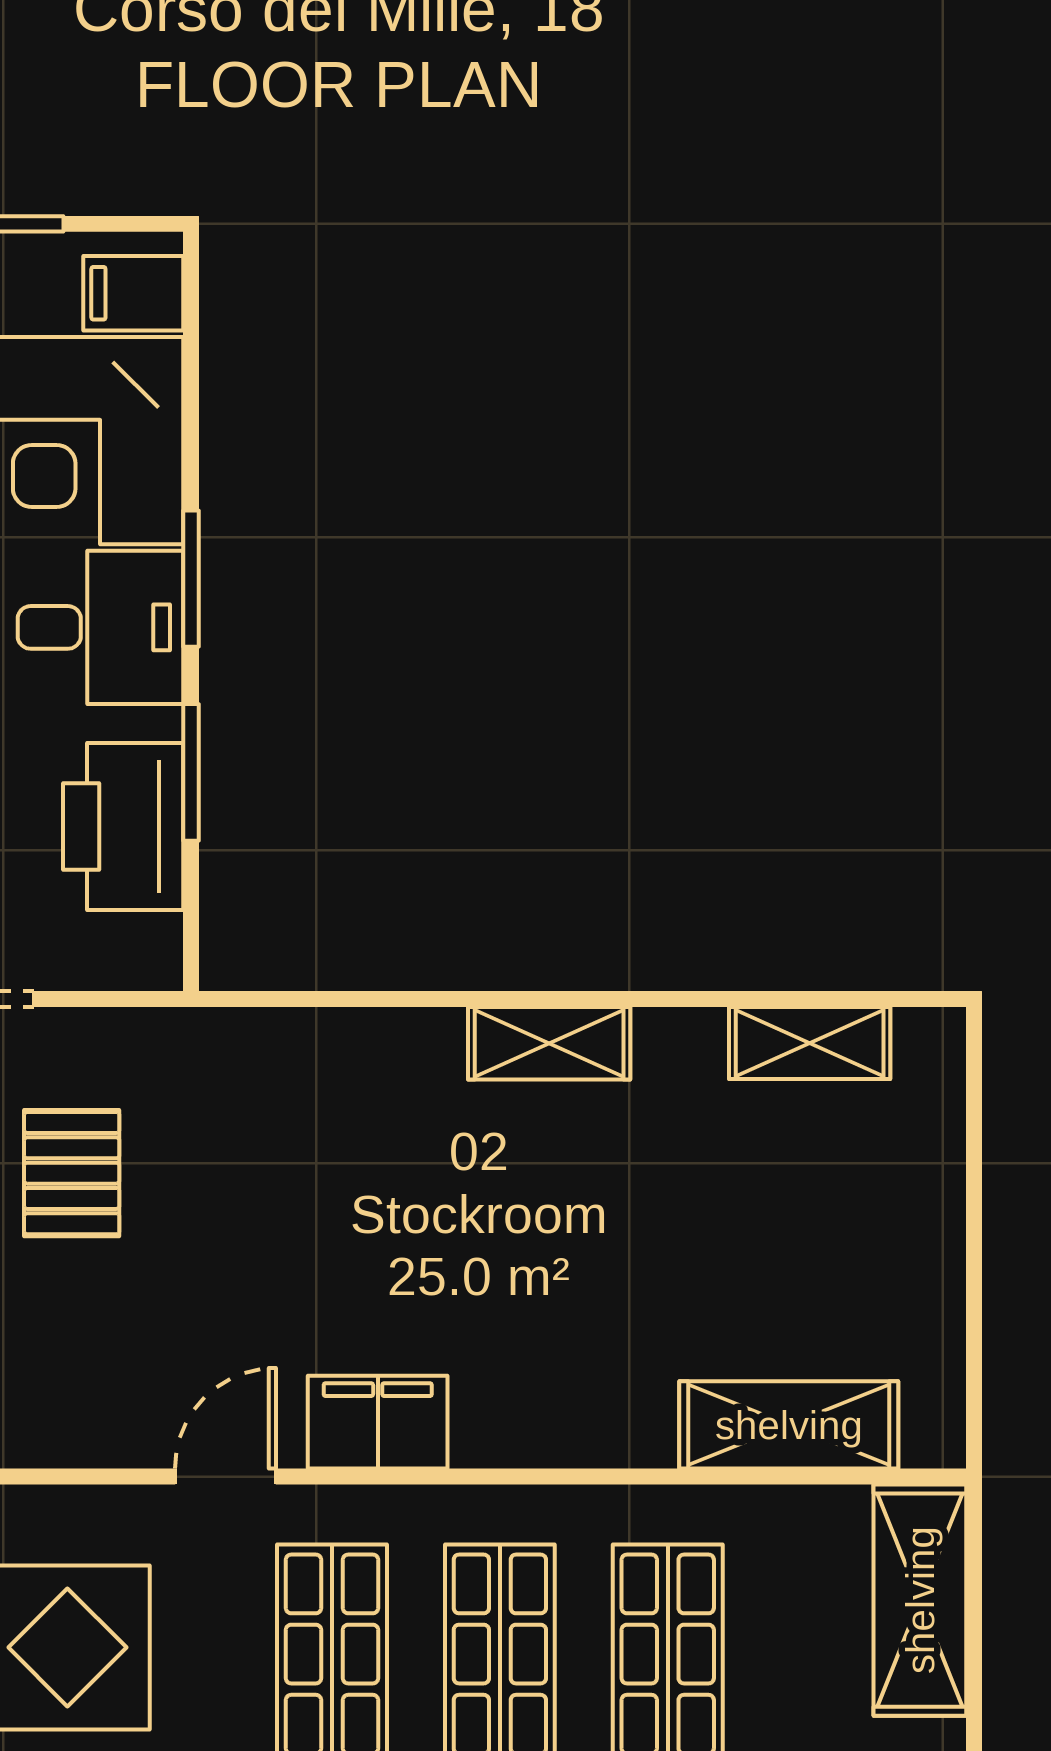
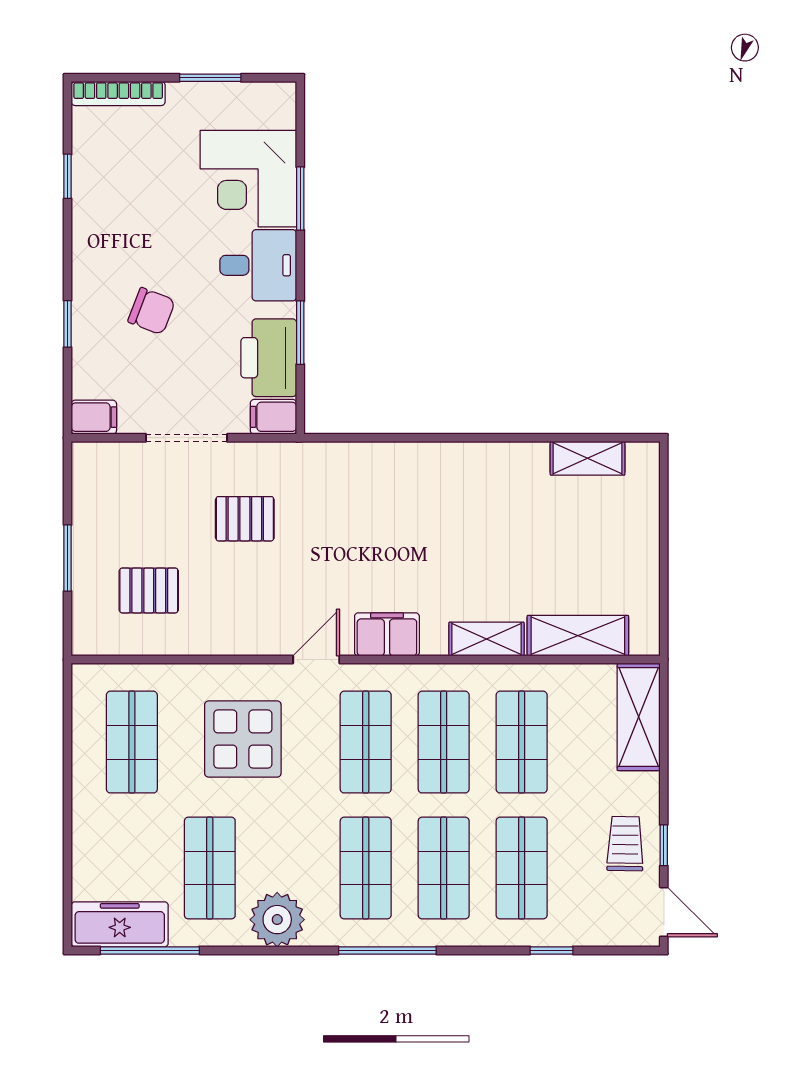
filing cabinet: (133, 293) -> (273, 417), moved
window: (191, 579) -> (300, 198), moved
shelving: (549, 1043) -> (487, 639), moved
pallet: (72, 1173) -> (245, 519), turned 90

